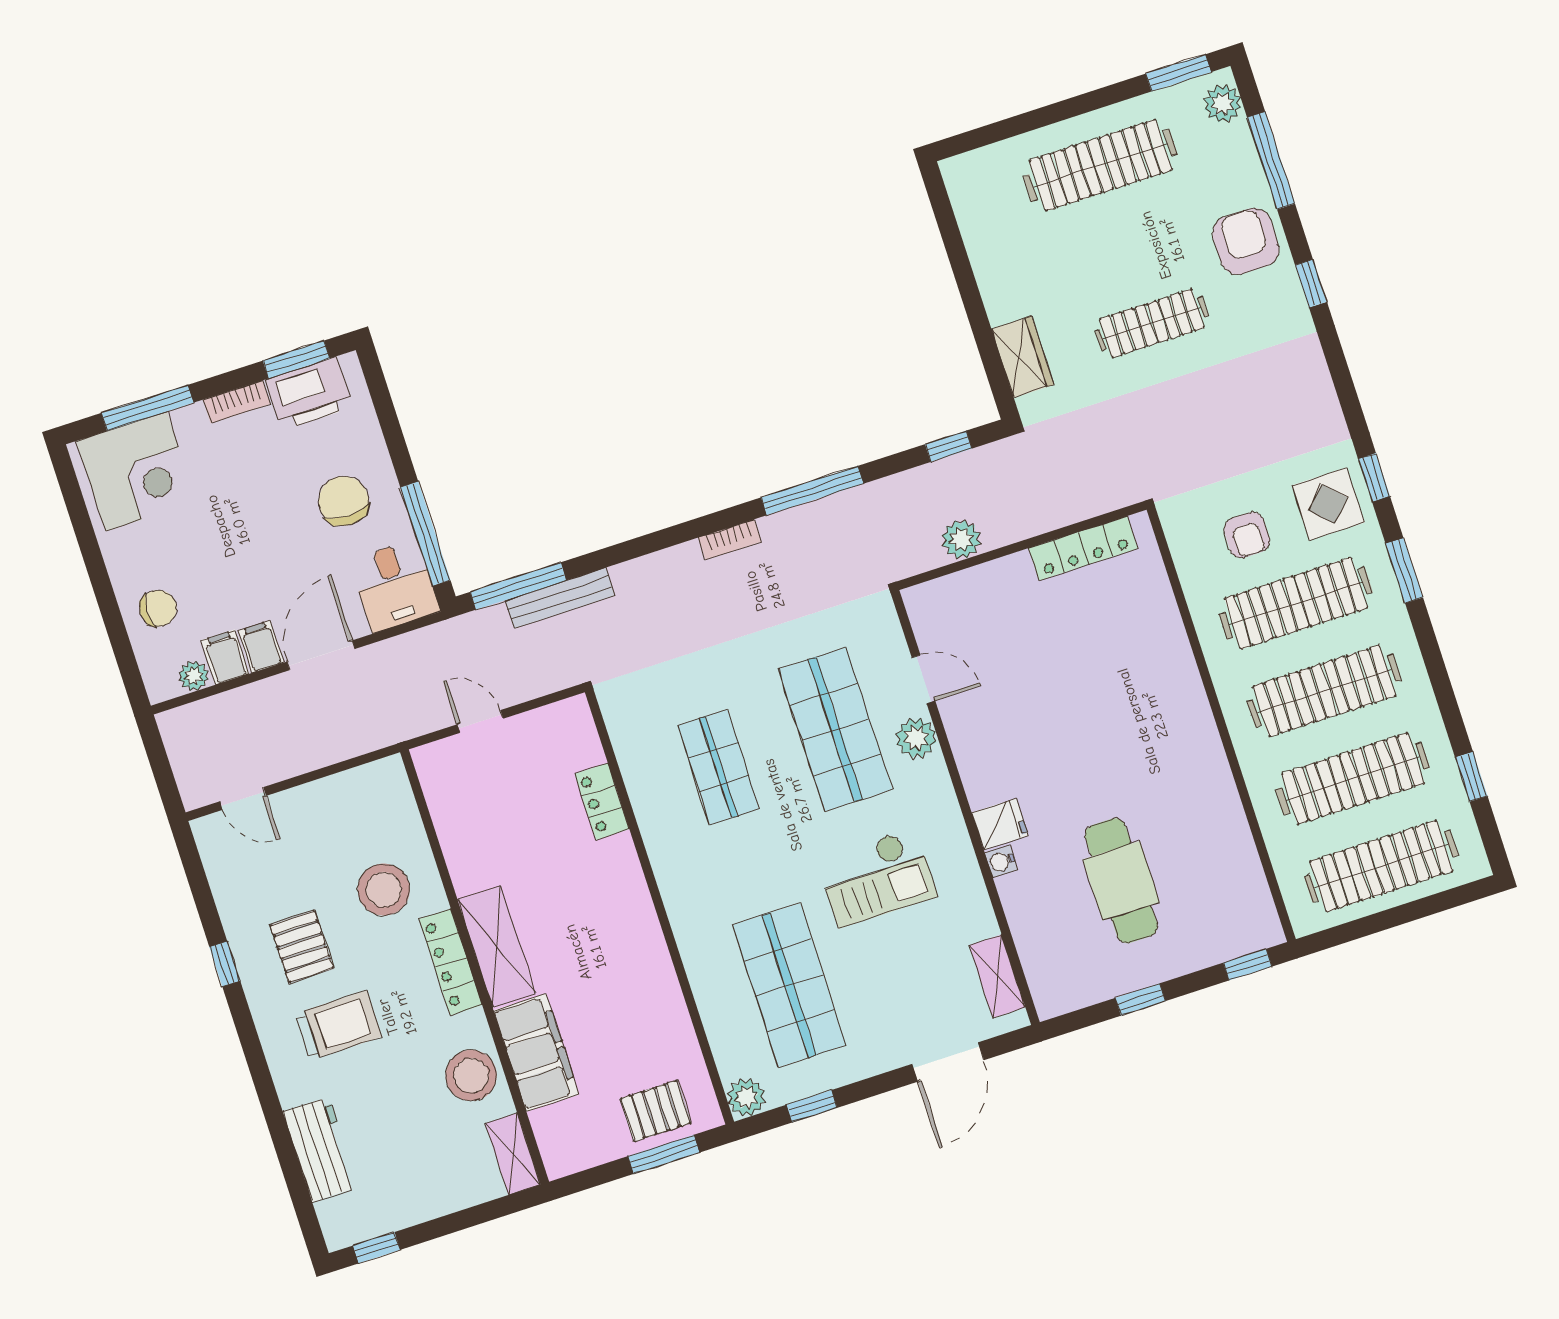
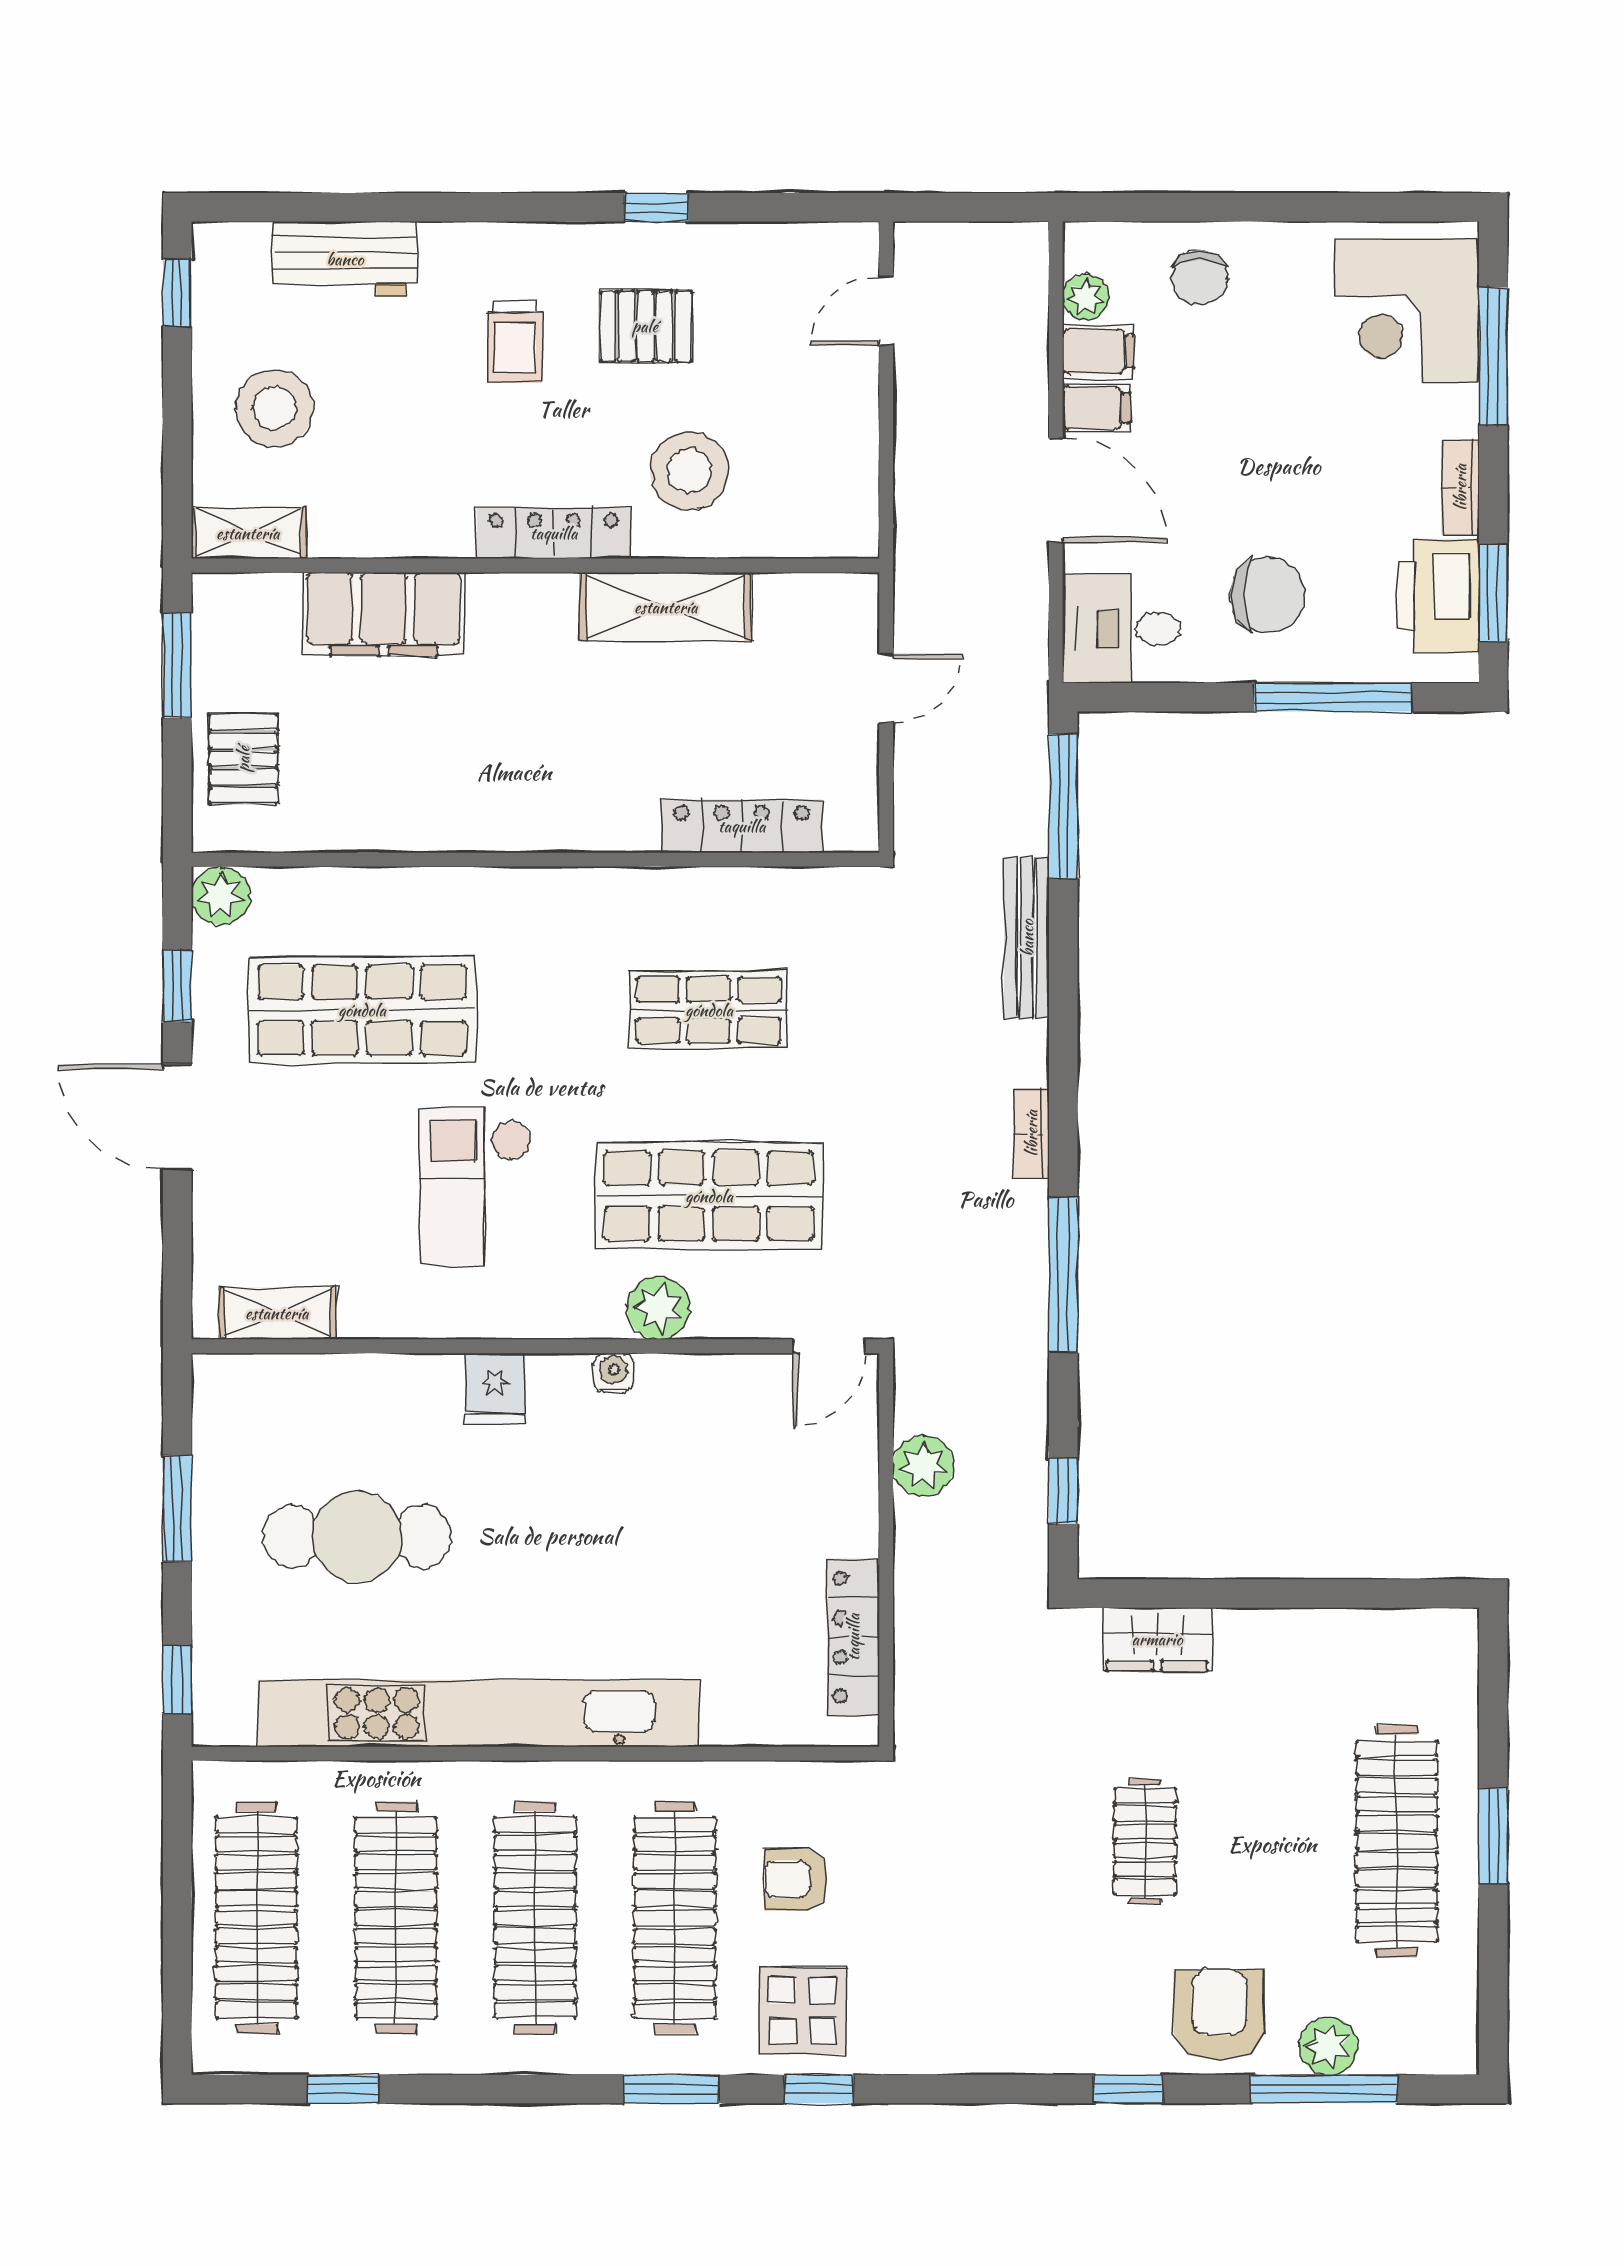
window: (1178, 73) -> (1493, 1836), moved
plant: (1223, 104) -> (1328, 2046), moved
armchair: (1246, 241) -> (1219, 2015), turned -90
clothes rail: (1152, 323) -> (1145, 1841), width x0.73
window: (425, 534) -> (1333, 697), moved
bench: (560, 598) -> (1027, 938), moved
door: (923, 679) -> (829, 1346), moved
kitchen unit: (1208, 769) -> (478, 1713), added
locker: (602, 801) -> (742, 826), width x1.53
water cooler: (1001, 861) -> (613, 1373), moved
shelving: (497, 947) -> (666, 607), moved
window: (1140, 999) -> (177, 1509), width x1.50
trolley: (338, 1025) -> (515, 342), width x0.73, depth x0.72
door: (948, 1062) -> (177, 1117), moved
stool: (471, 1075) -> (274, 408), moved
window: (664, 1154) -> (177, 665), moved

